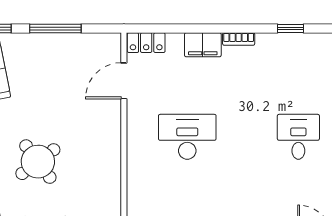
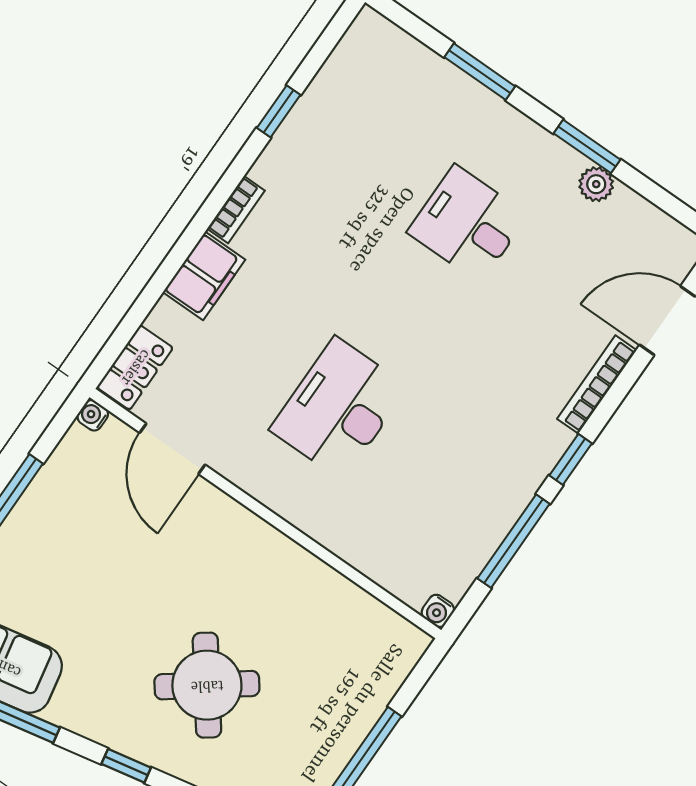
water cooler: (115, 39) -> (93, 415), added

